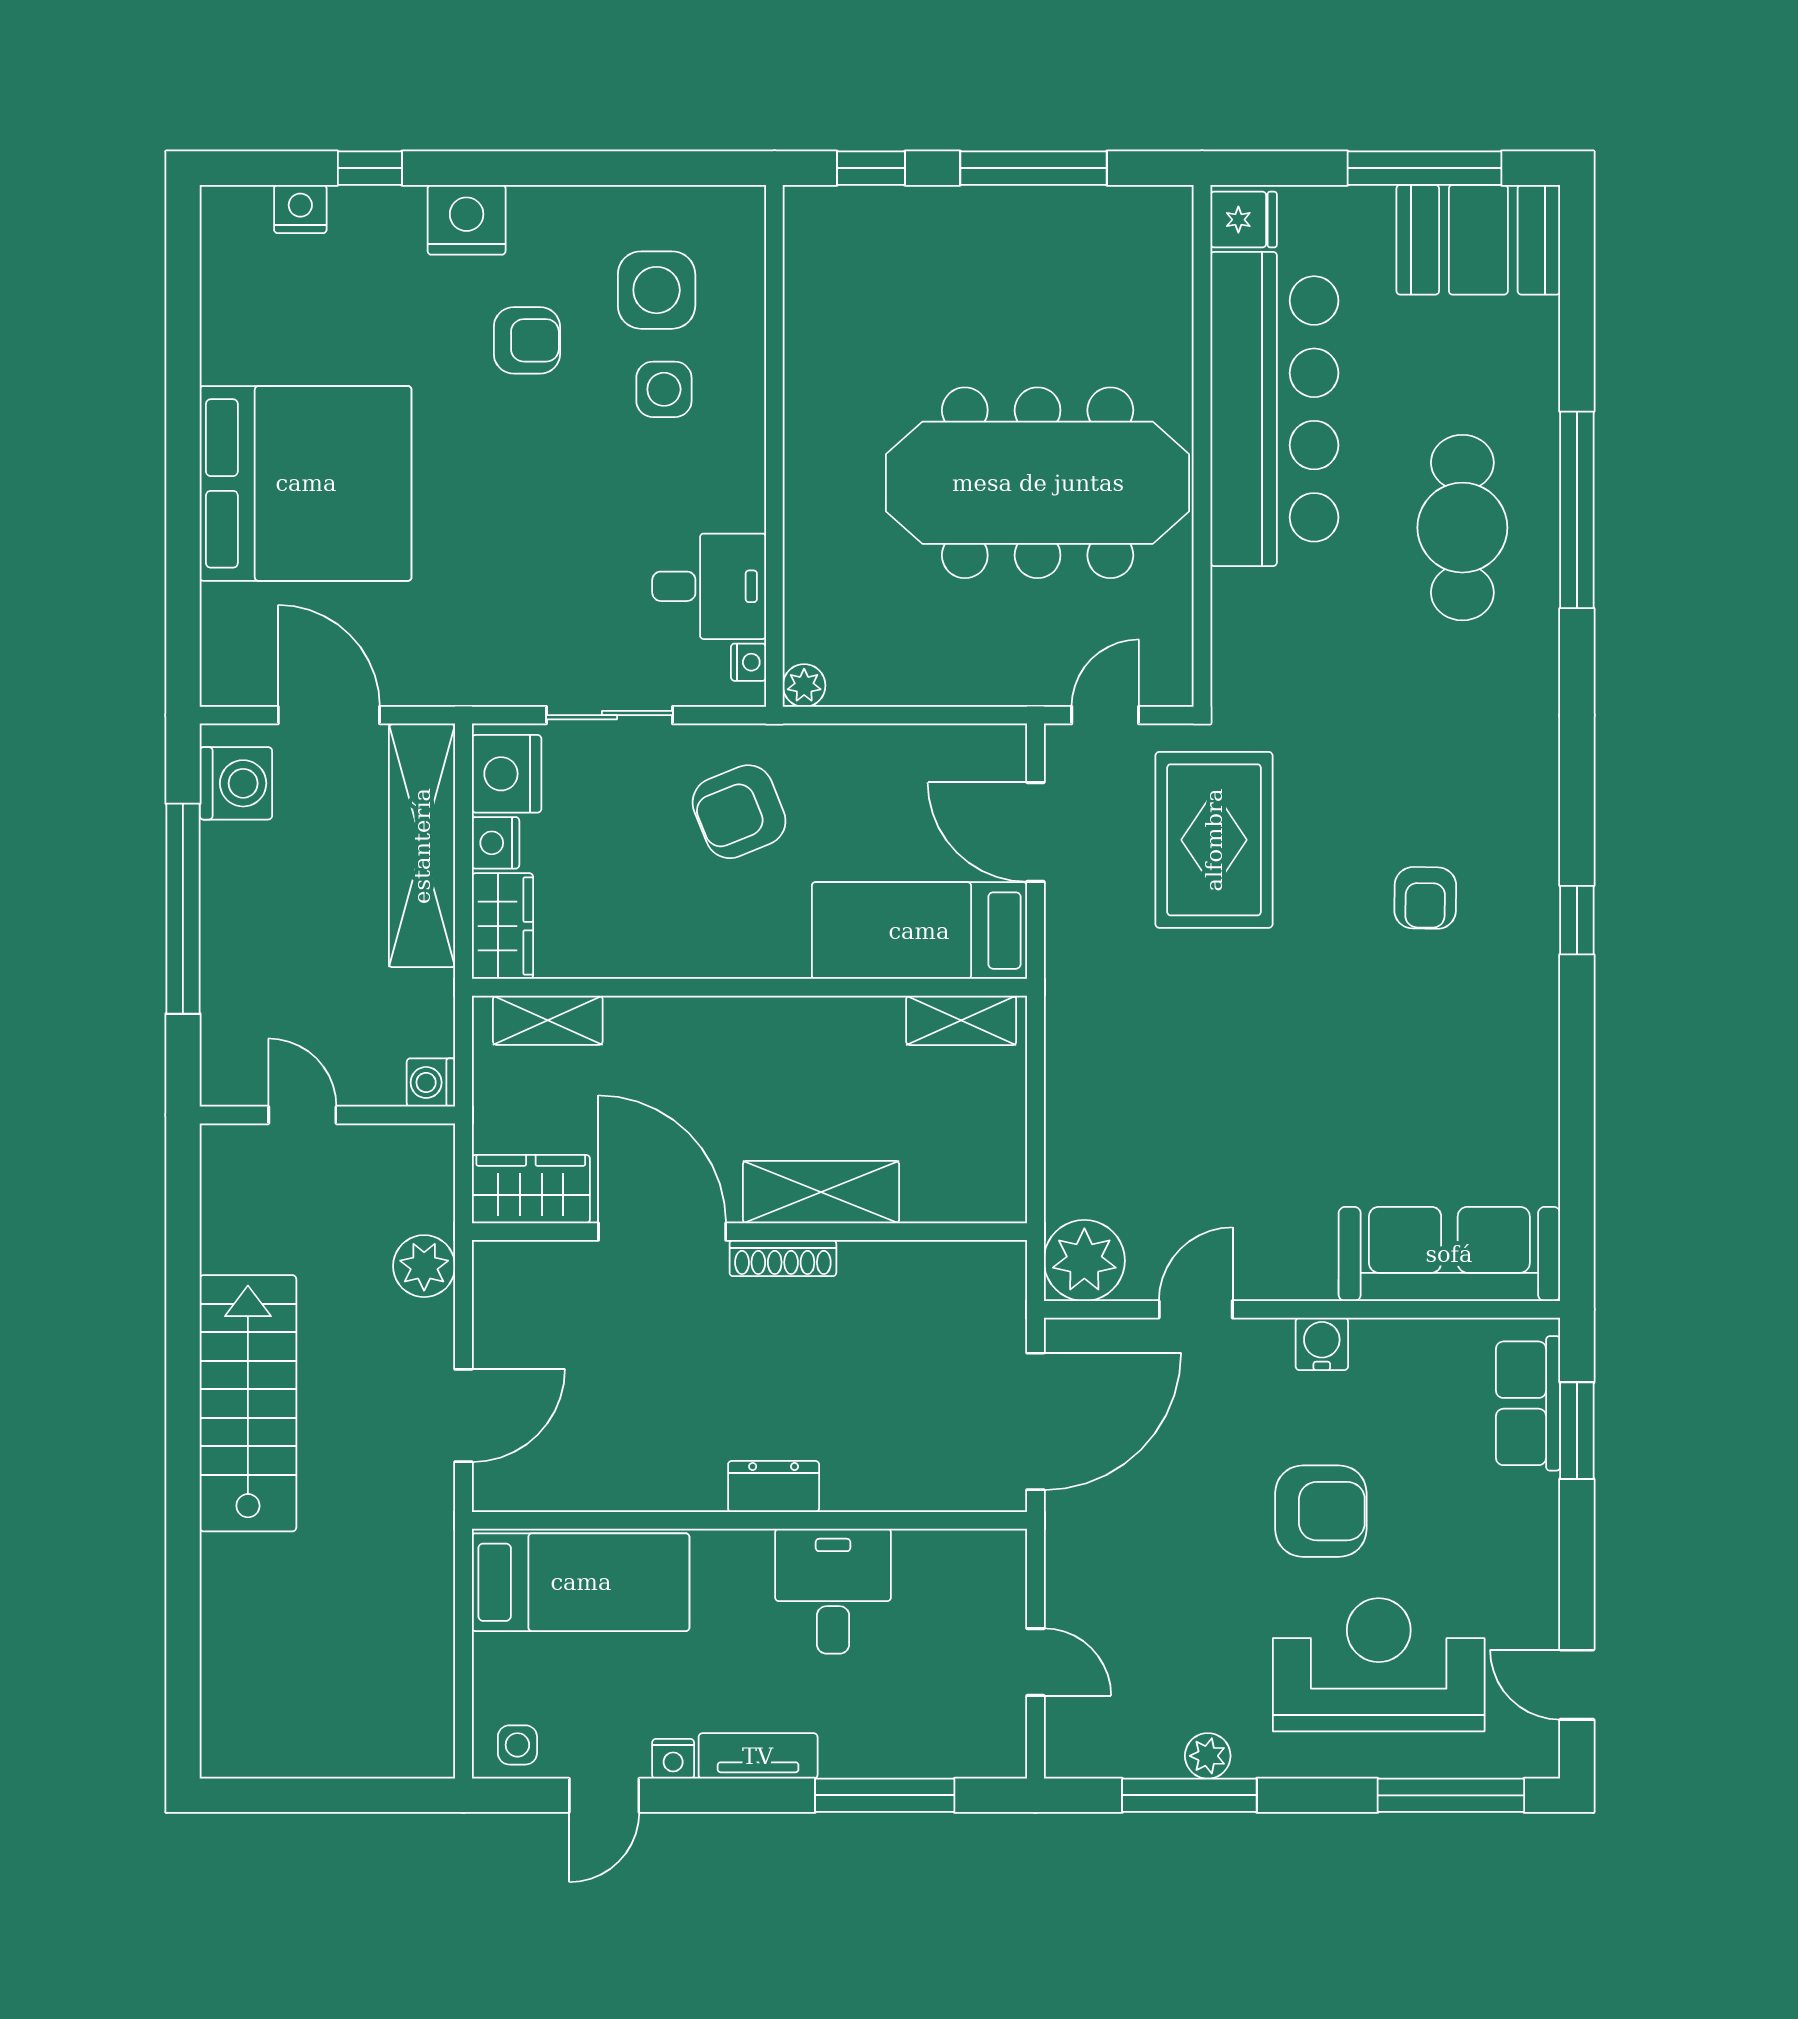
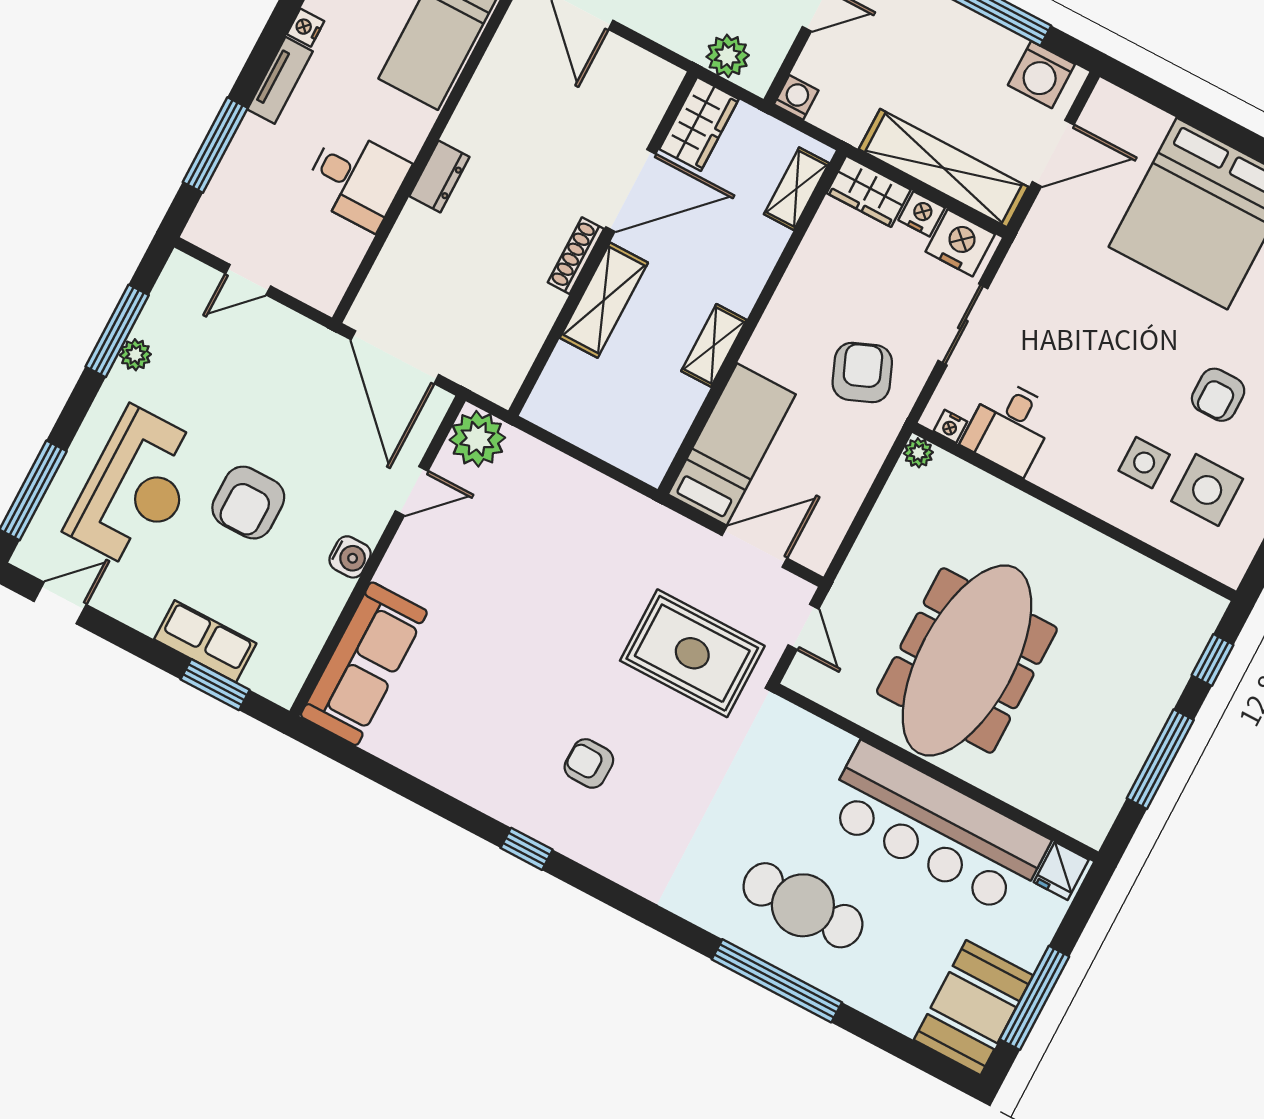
shelving: (961, 1020) -> (714, 345), moved
plant: (424, 1266) -> (728, 56), moved
door: (1196, 1309) -> (412, 491), hinge flipped
row of seats: (1528, 1403) -> (205, 641), moved

